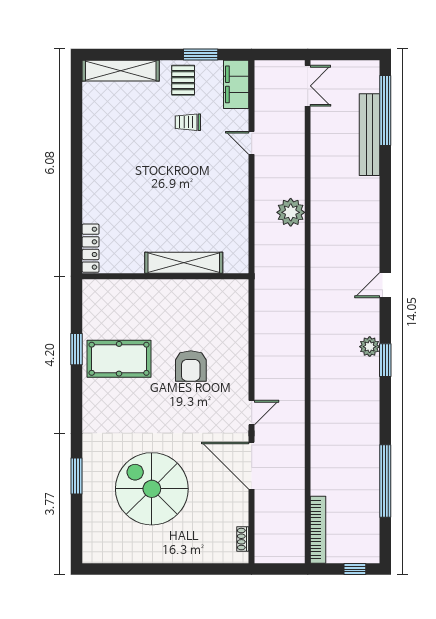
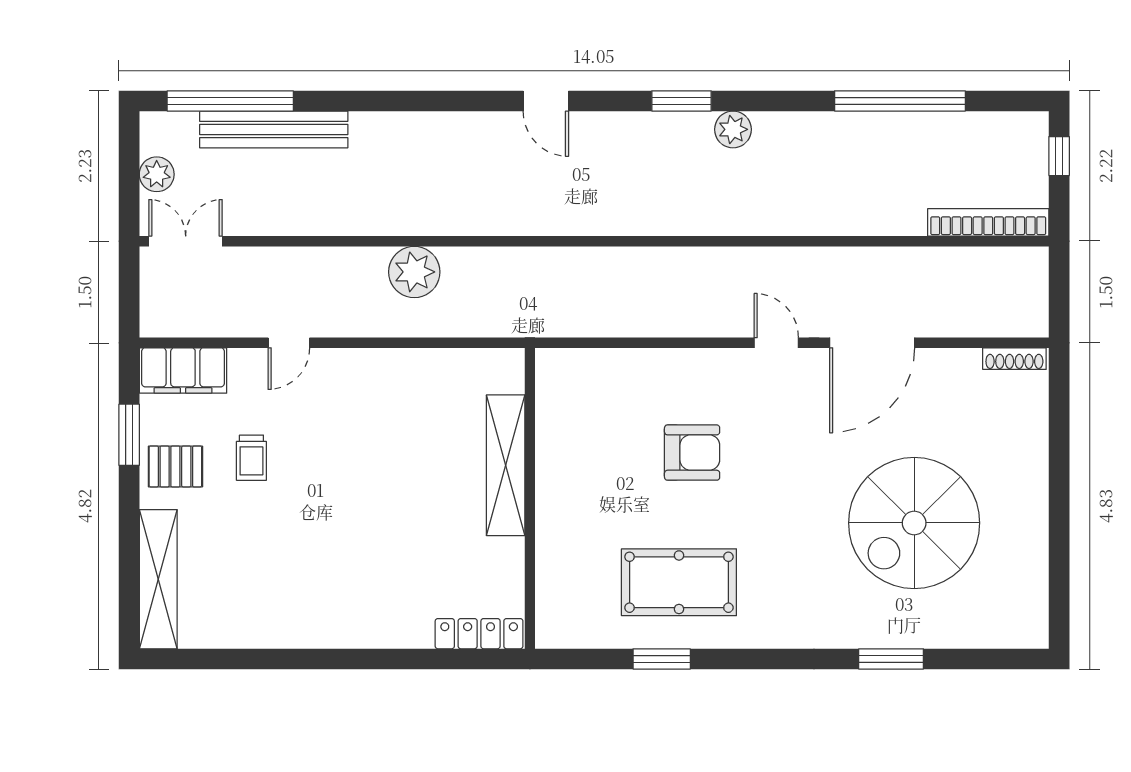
plant: (345, 70) -> (157, 174), added
plant: (370, 347) -> (733, 129), moved
pool table: (119, 359) -> (679, 582), turned 90
shoe rack: (243, 539) -> (1014, 359), width x1.43

